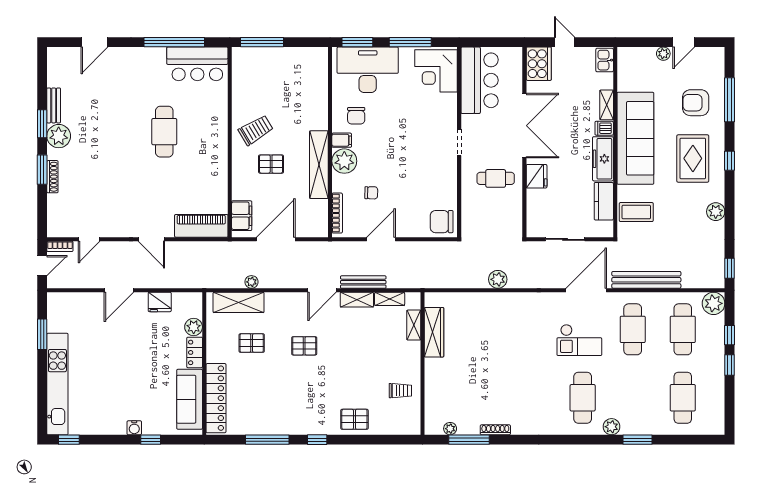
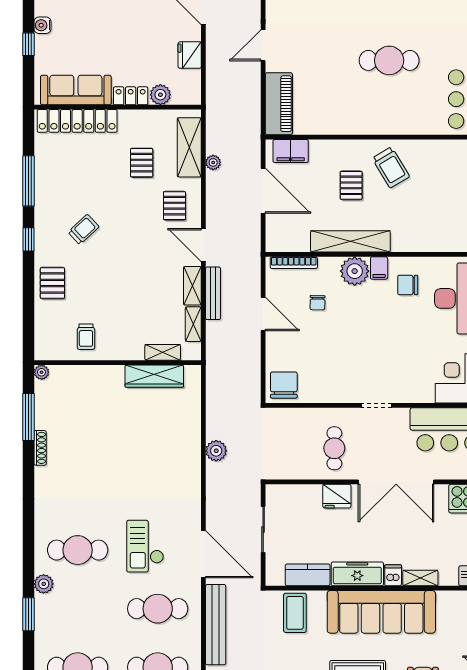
pallet: (304, 346) -> (174, 206), moved
trolley: (309, 393) -> (84, 229), added
plant: (450, 429) -> (42, 372), moved

